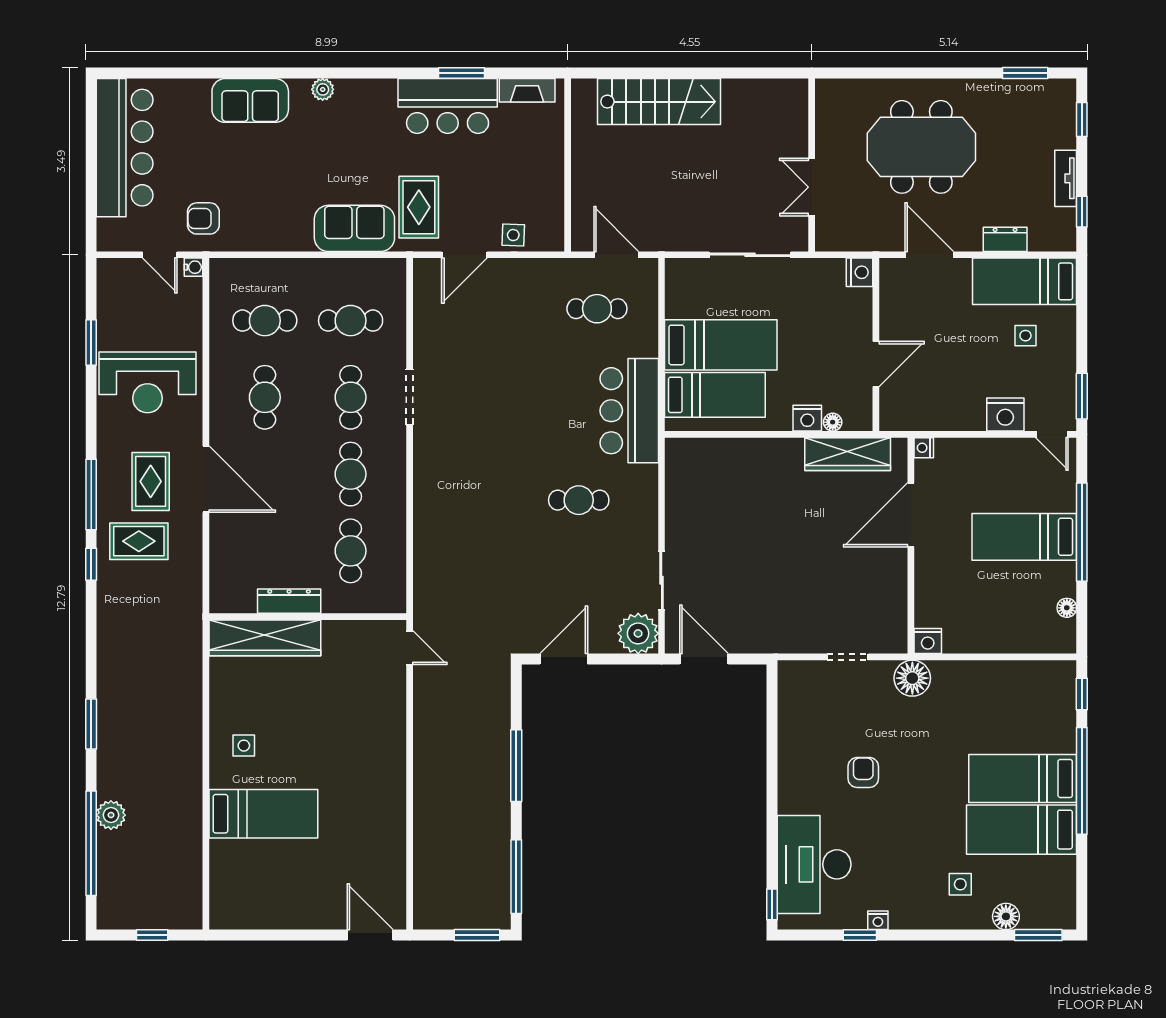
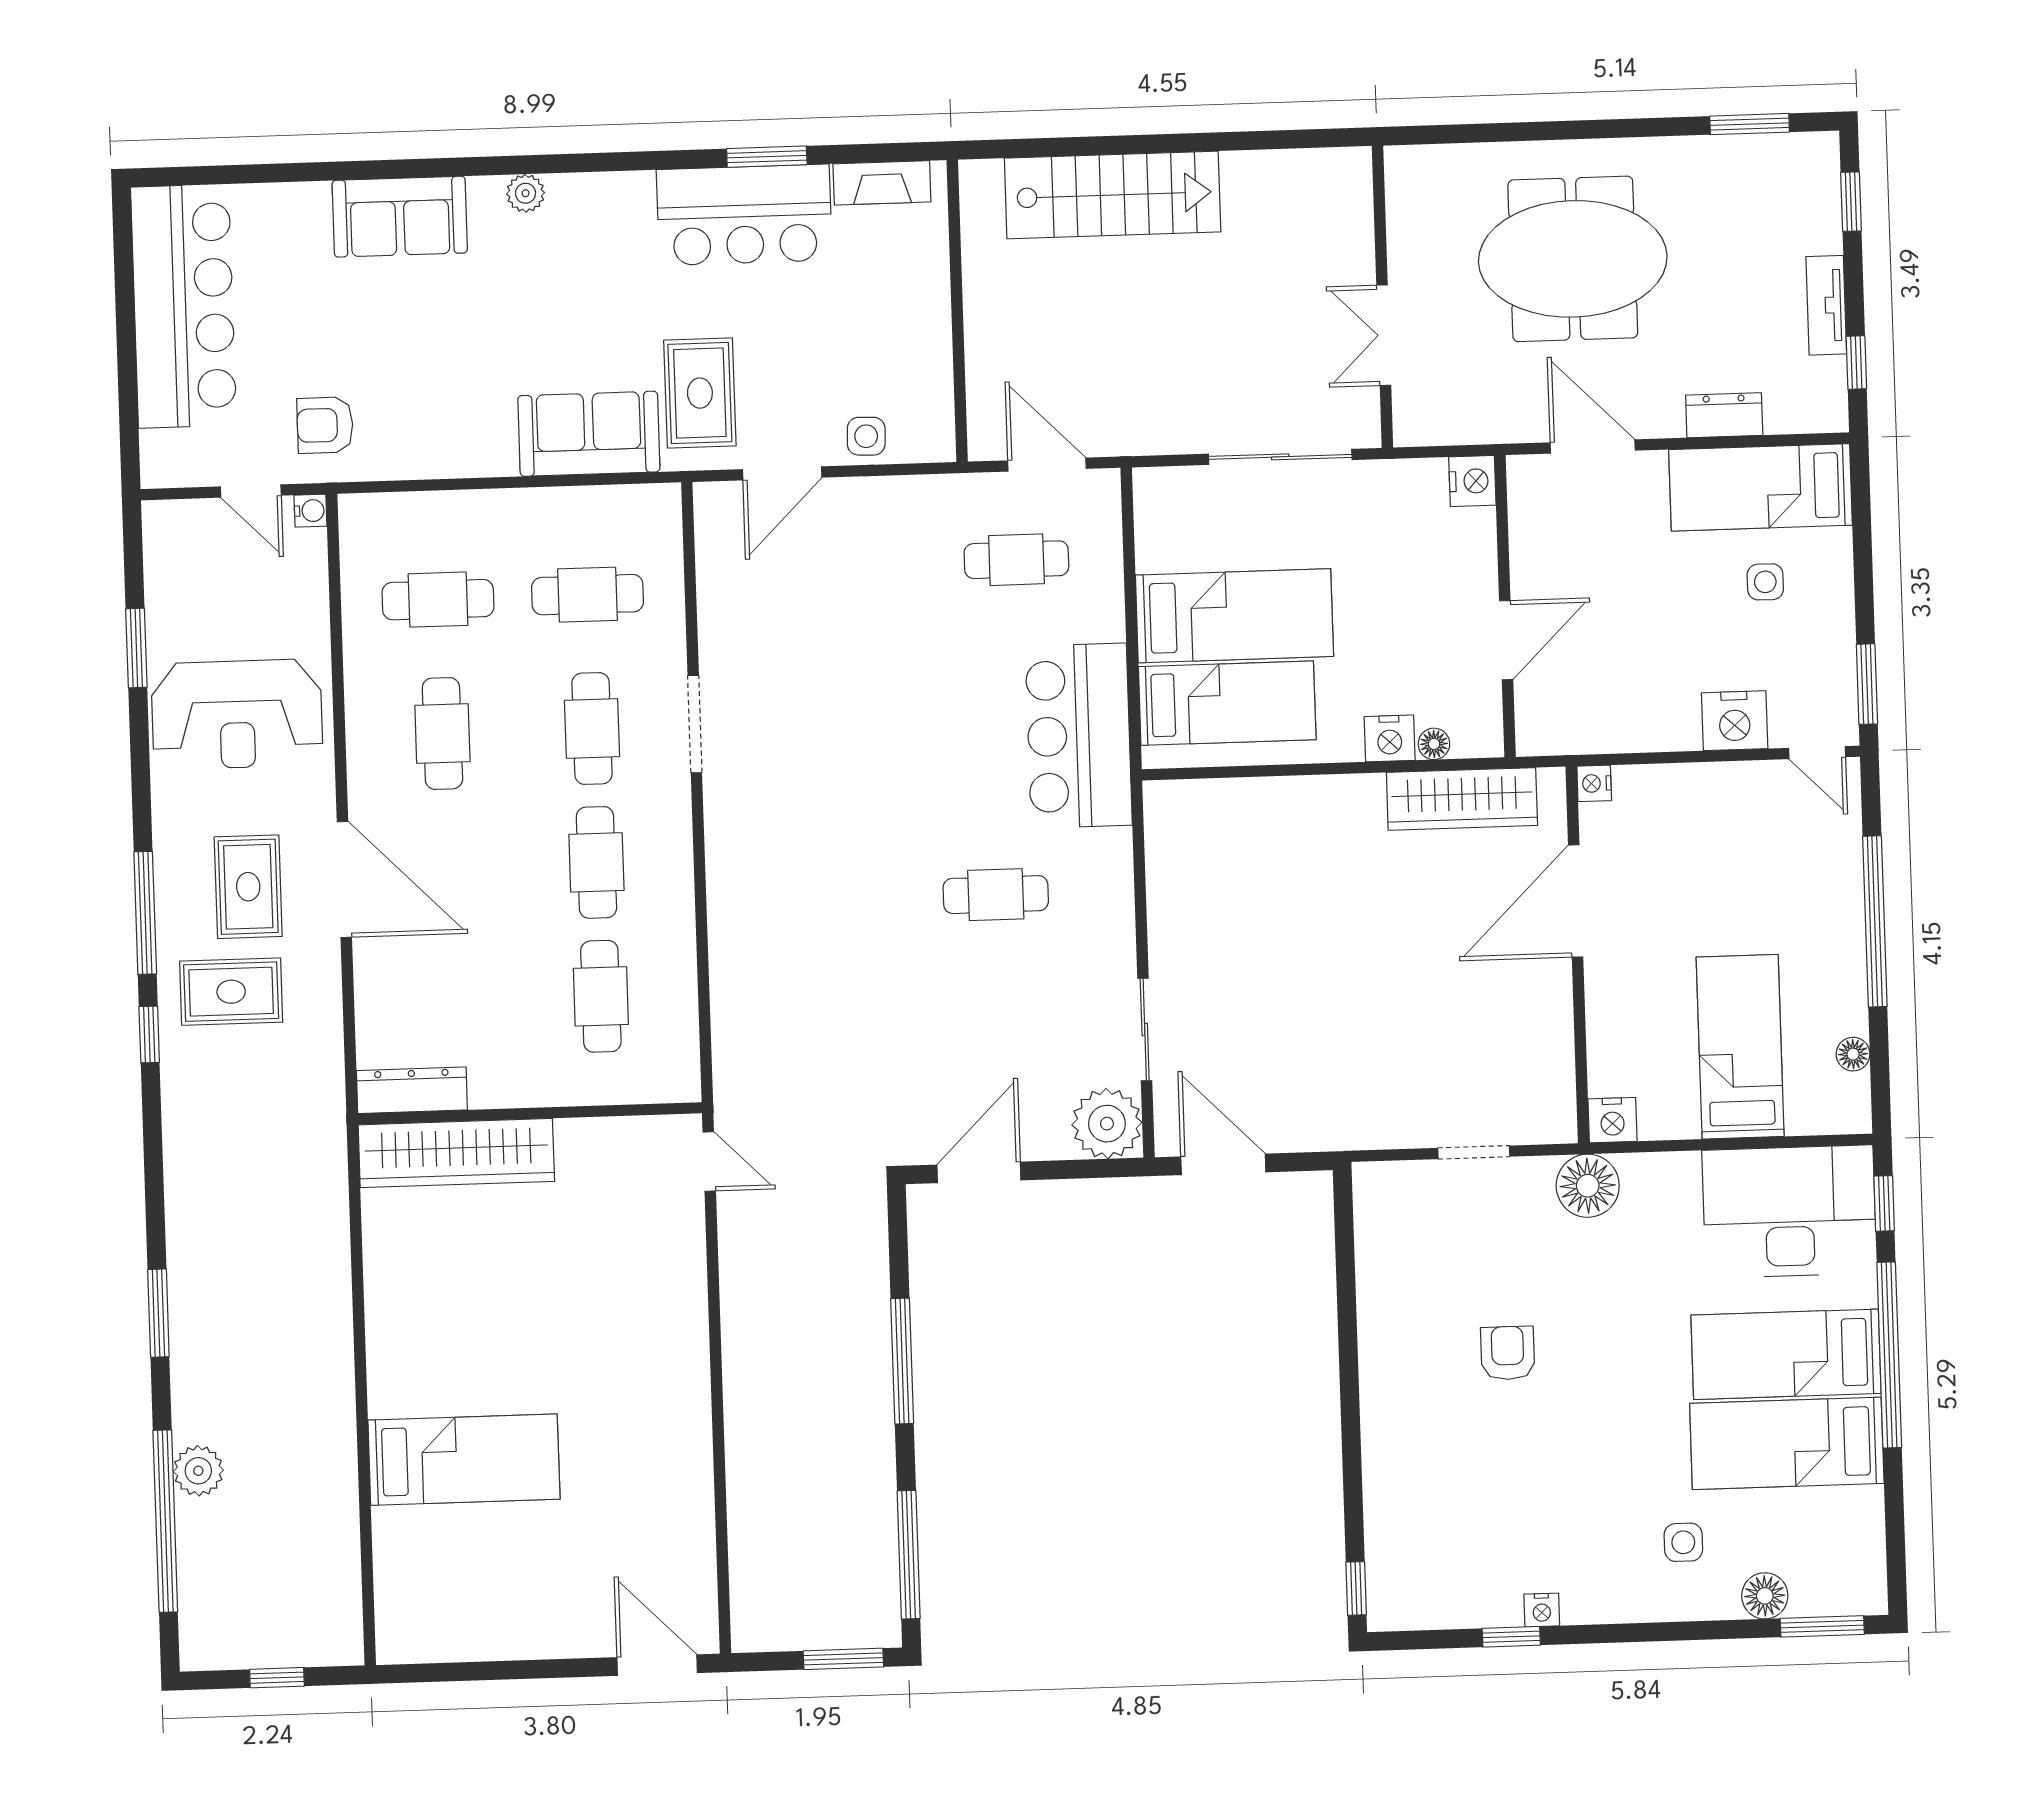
bed: (1024, 537) -> (1740, 1047), moved, turned 90
dresser: (289, 601) -> (412, 1090), moved
side table: (244, 746) -> (426, 1342), removed
desk: (814, 864) -> (1789, 1212), moved, turned 90

